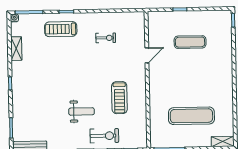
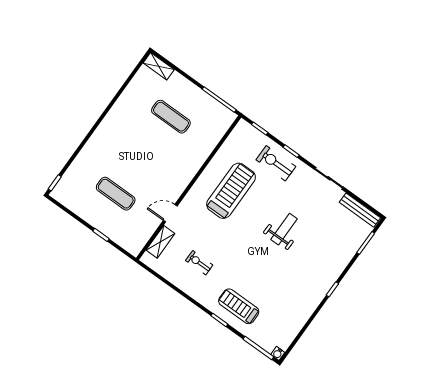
treadmill: (61, 29) -> (239, 306), turned 180
shelving: (16, 49) -> (160, 242), moved
treadmill: (119, 98) -> (231, 191), width x1.37, depth x1.38
weight bench: (81, 111) -> (284, 229), moved, turned 90
exercise mat: (191, 116) -> (171, 117), width x0.73, depth x0.69

